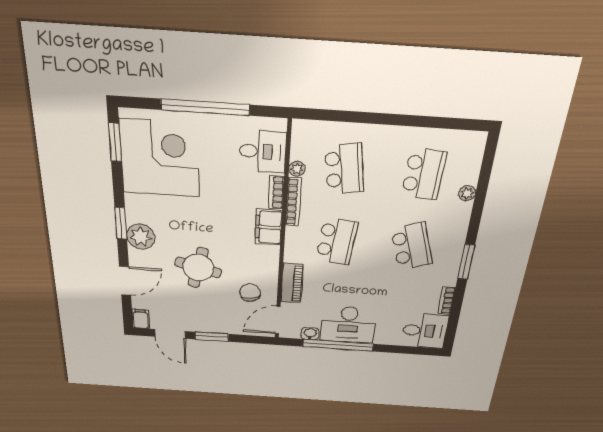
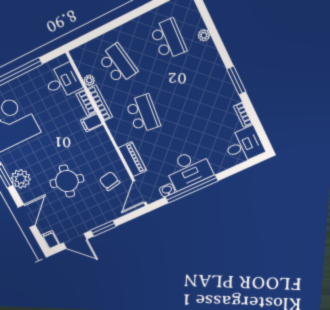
filing cabinet: (269, 227) -> (92, 122), width x0.50
school desk: (412, 246) -> (193, 90), removed

